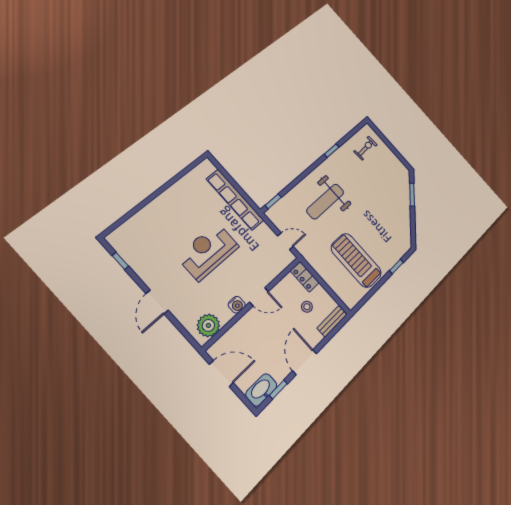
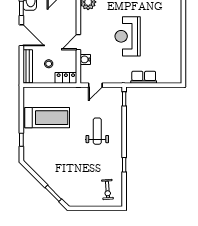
row of seats: (235, 200) -> (144, 77), width x0.50
weight bench: (325, 201) -> (97, 131), width x0.73, depth x0.75
reception desk: (208, 251) -> (128, 36), turned 180
water cooler: (237, 305) -> (85, 59), moved
bench: (332, 321) -> (28, 66), width x1.36

